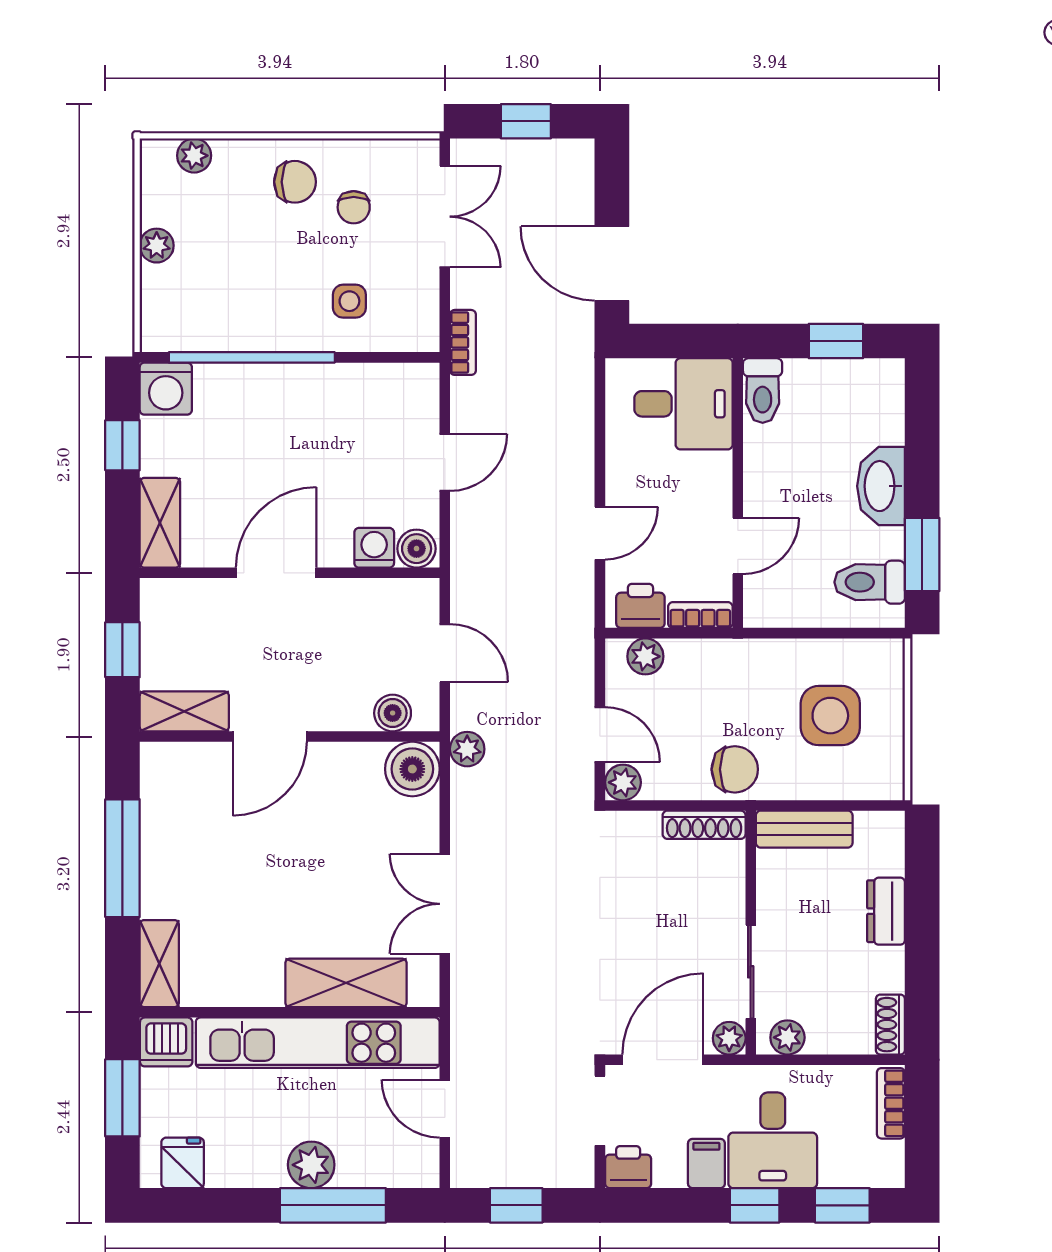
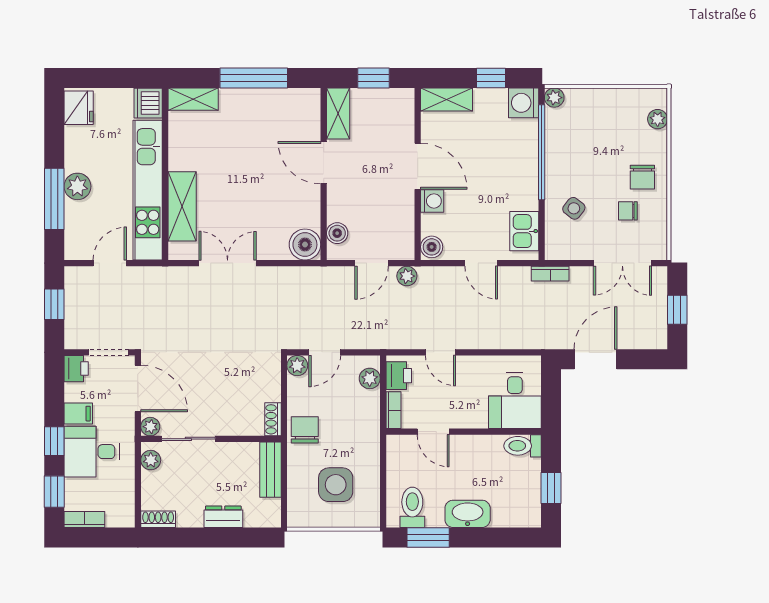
plant: (157, 246) -> (554, 98), moved
side table: (349, 301) -> (574, 208), turned 38
kitchen sink: (389, 387) -> (524, 231), added
washing machine: (374, 548) -> (432, 201), moved
plant: (467, 749) -> (407, 276), moved
chair: (735, 769) -> (305, 430), turned 180
shoe rack: (704, 825) -> (273, 419), width x0.70
window: (122, 1098) -> (116, 78), removed
bookcase: (891, 1103) -> (84, 520), moved
fridge: (183, 1163) -> (79, 108), width x1.38

